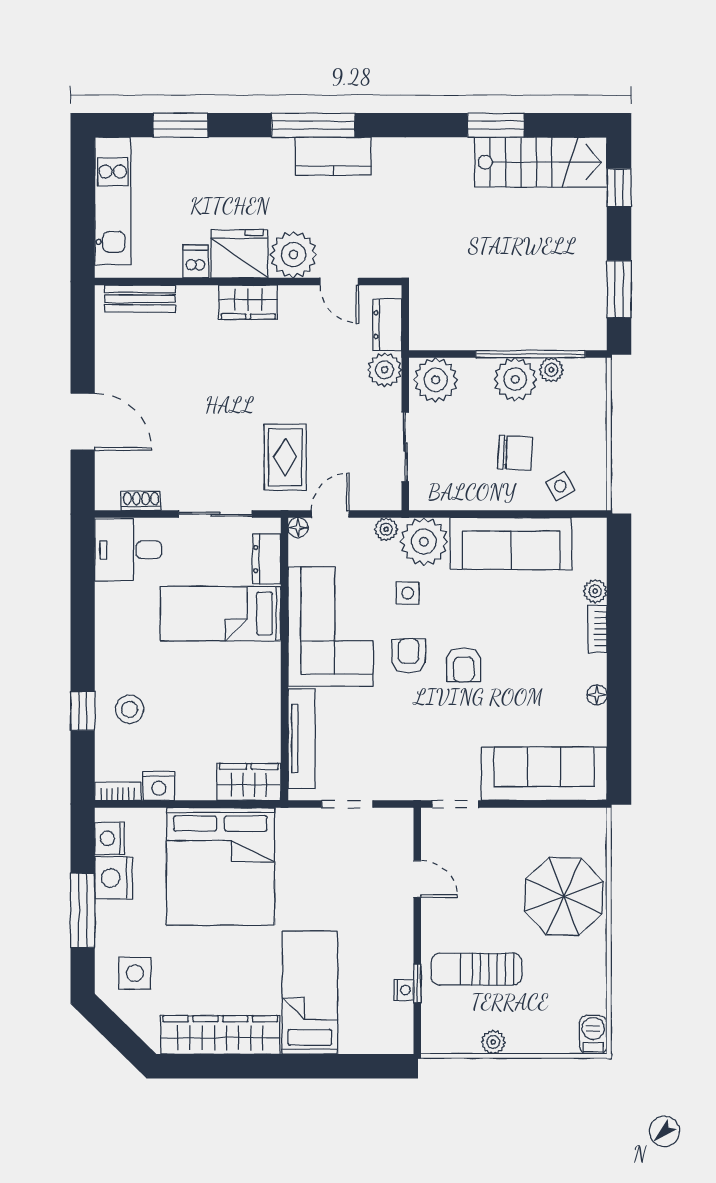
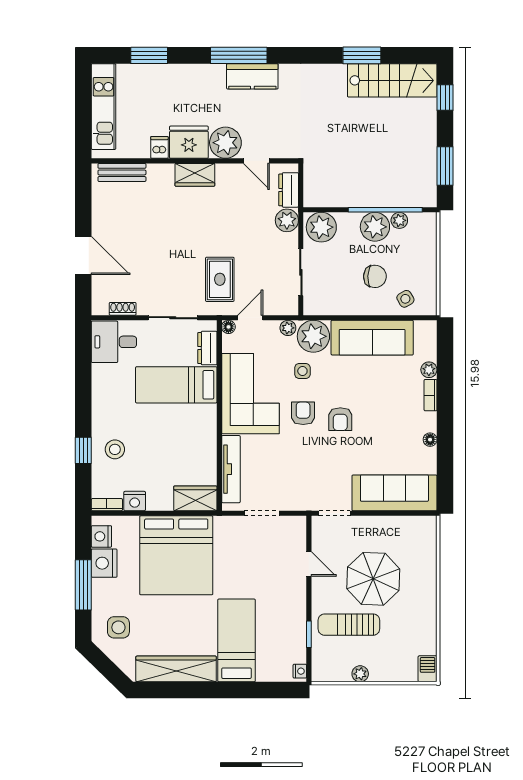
parasol: (564, 896) -> (373, 579), moved
nightstand: (404, 990) -> (300, 671), moved

